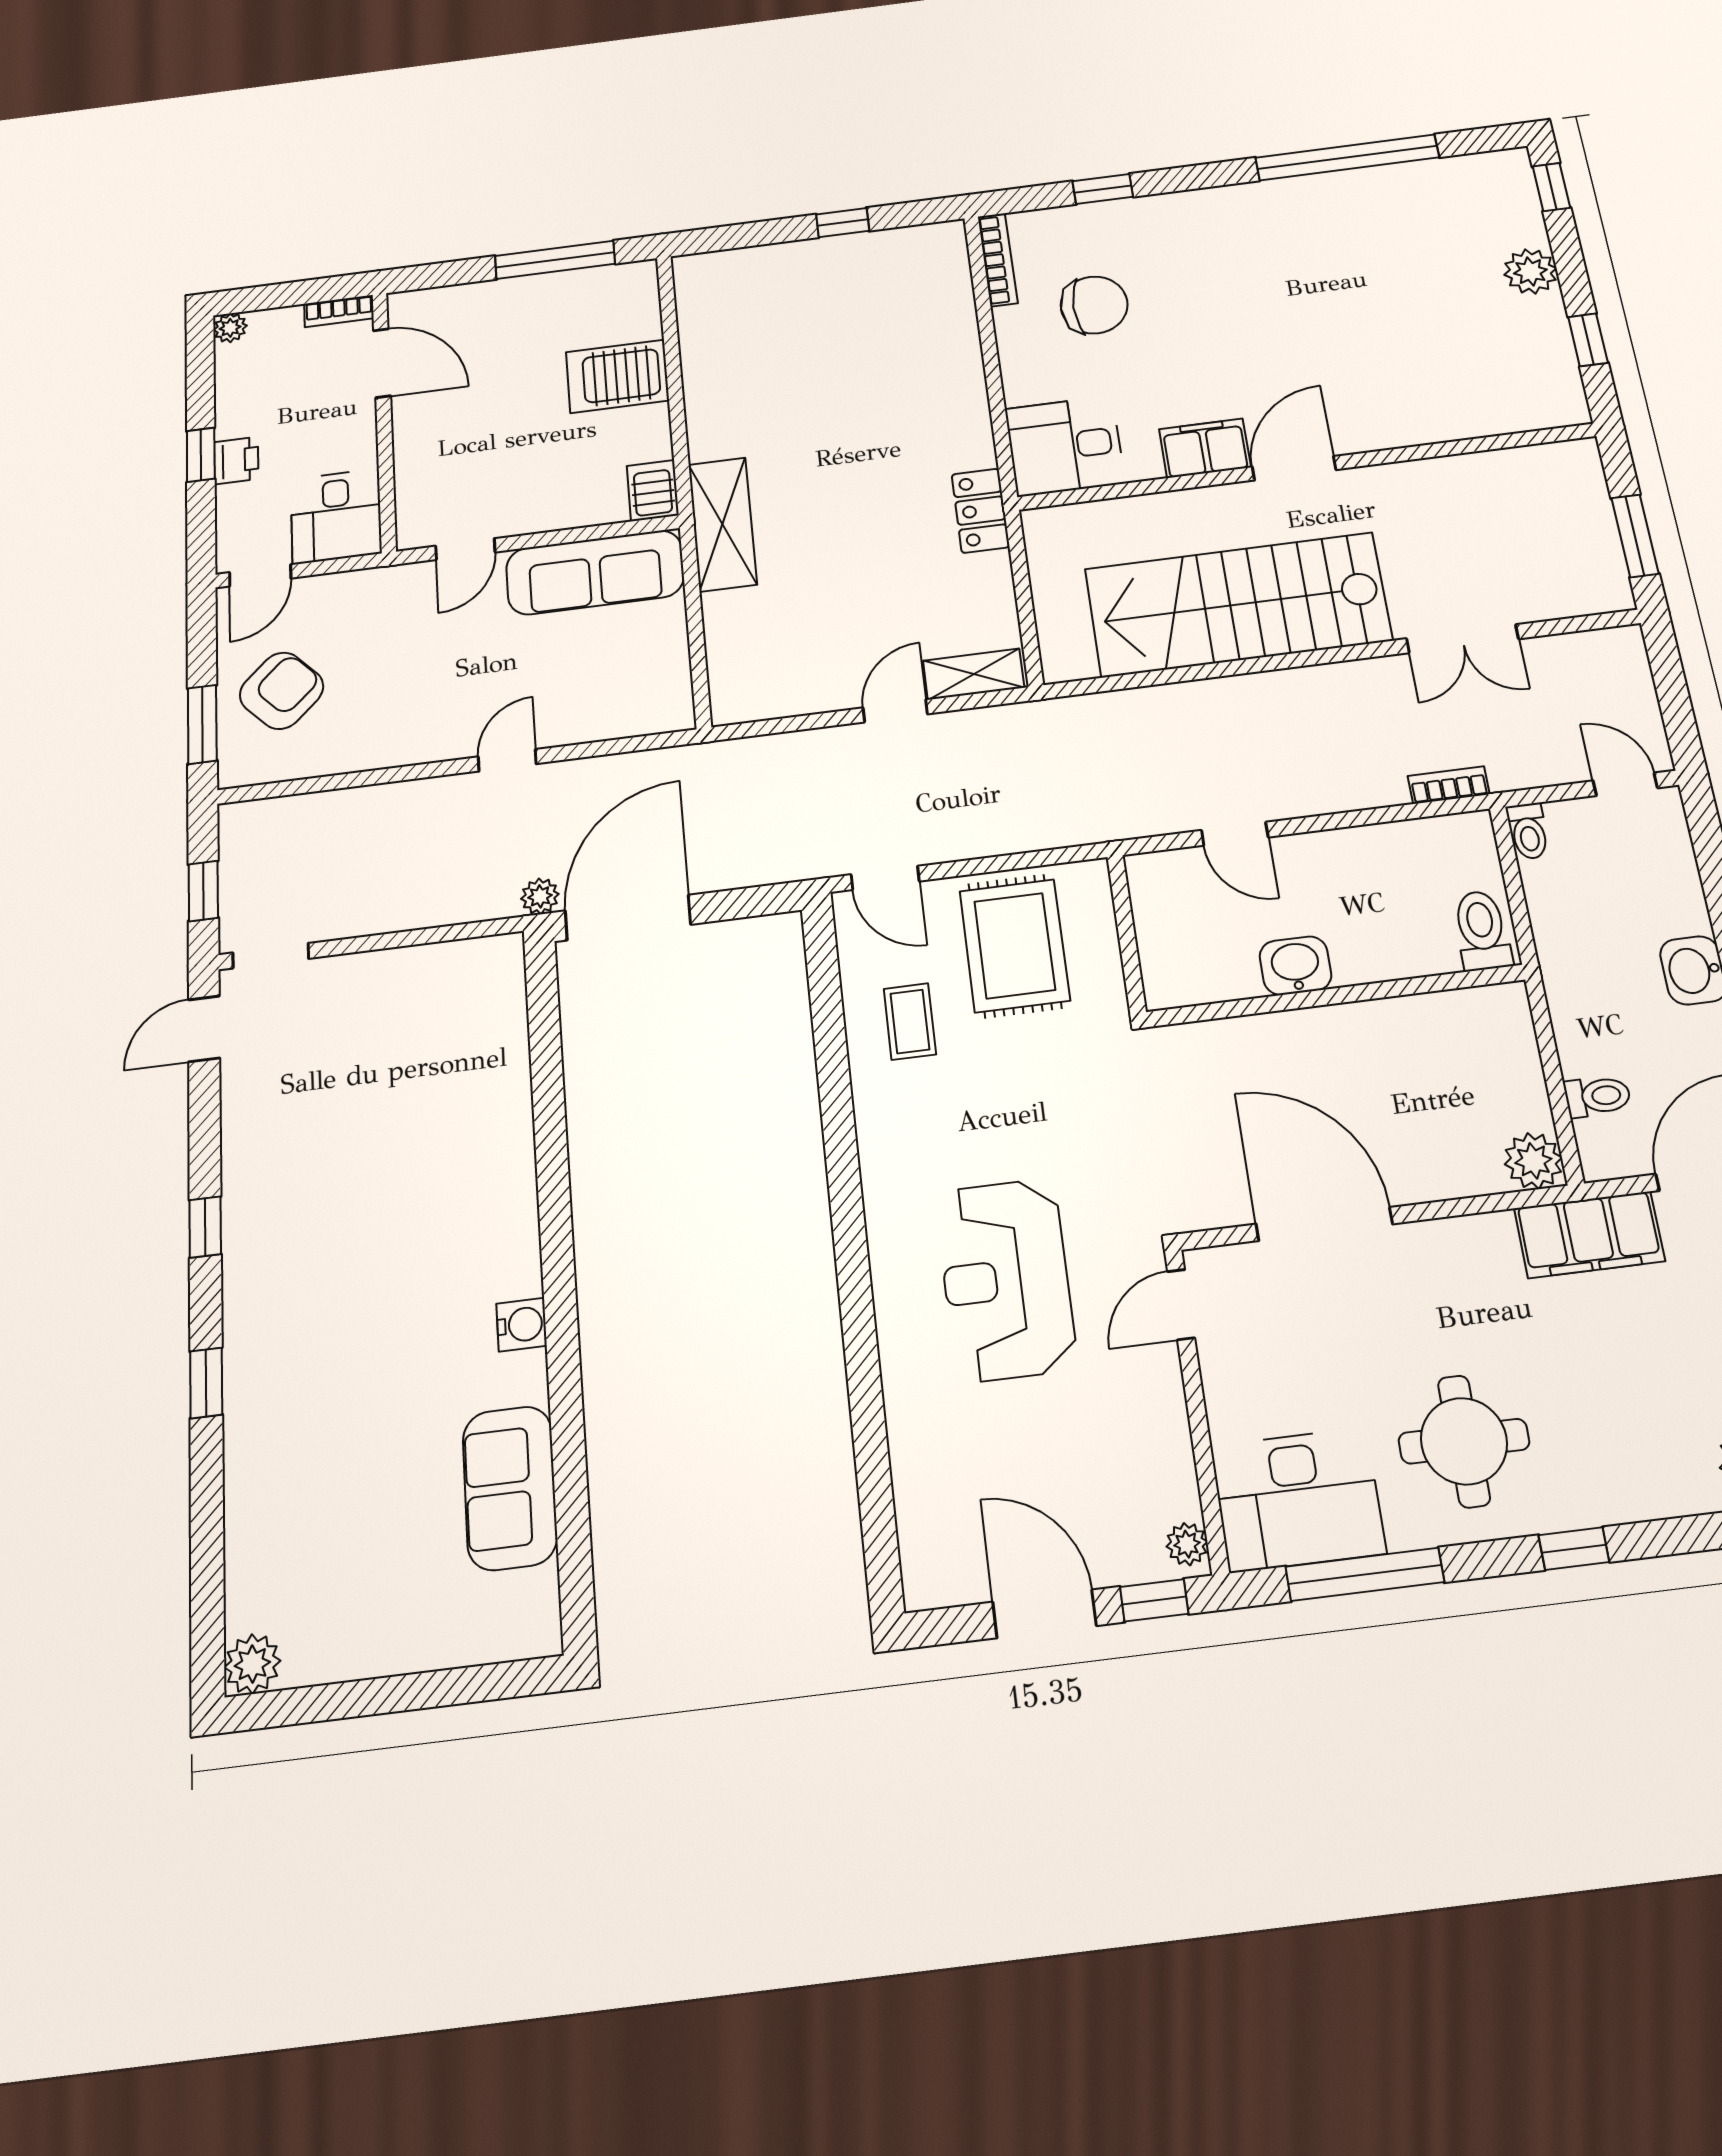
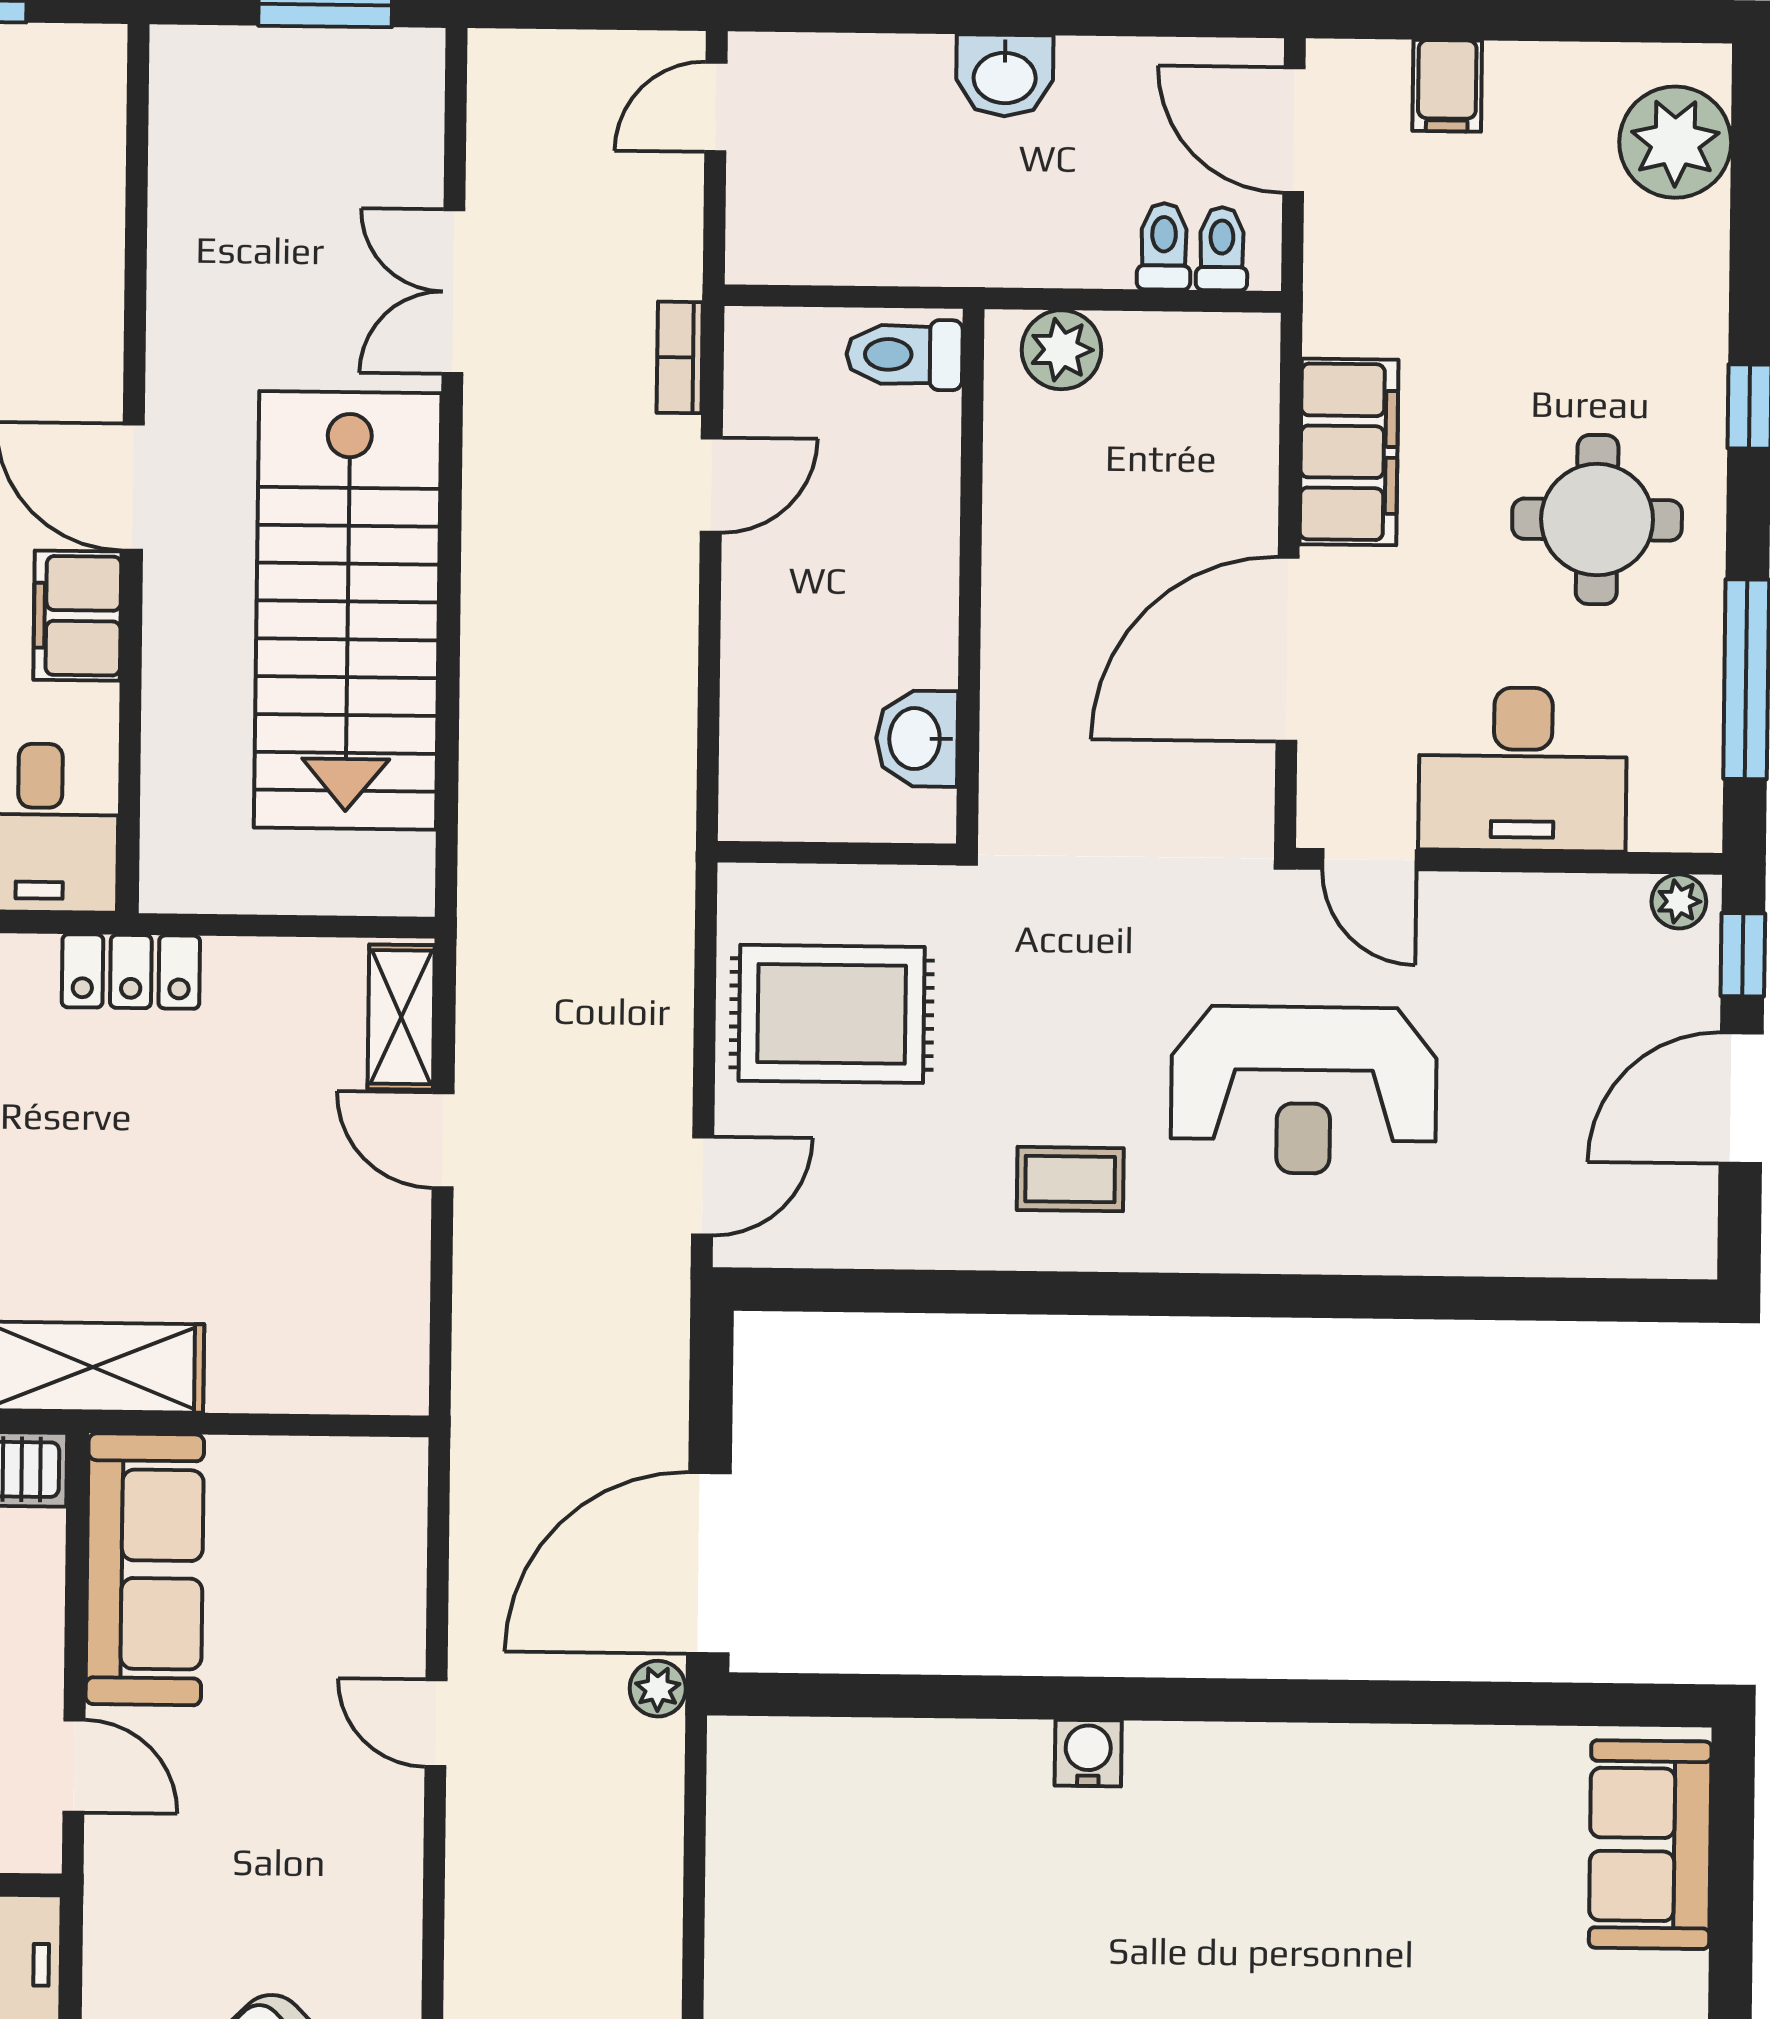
double door: (1462, 639) -> (453, 292), swing flipped
toilet: (1528, 831) -> (1222, 249), moved, turned -90
door: (1235, 834) -> (711, 485), moved
door: (628, 918) -> (709, 1563), hinge flipped
washbasin: (1295, 966) -> (917, 739), moved
coffee table: (910, 1022) -> (1070, 1179), moved
plant: (1533, 1161) -> (1061, 350), moved
filing cabinet: (1589, 1235) -> (1349, 452), moved
water cooler: (522, 1325) -> (1088, 1753), moved
sofa: (510, 1488) -> (1650, 1845), moved, turned 90
desk: (1298, 1500) -> (1523, 769), moved, turned 90

